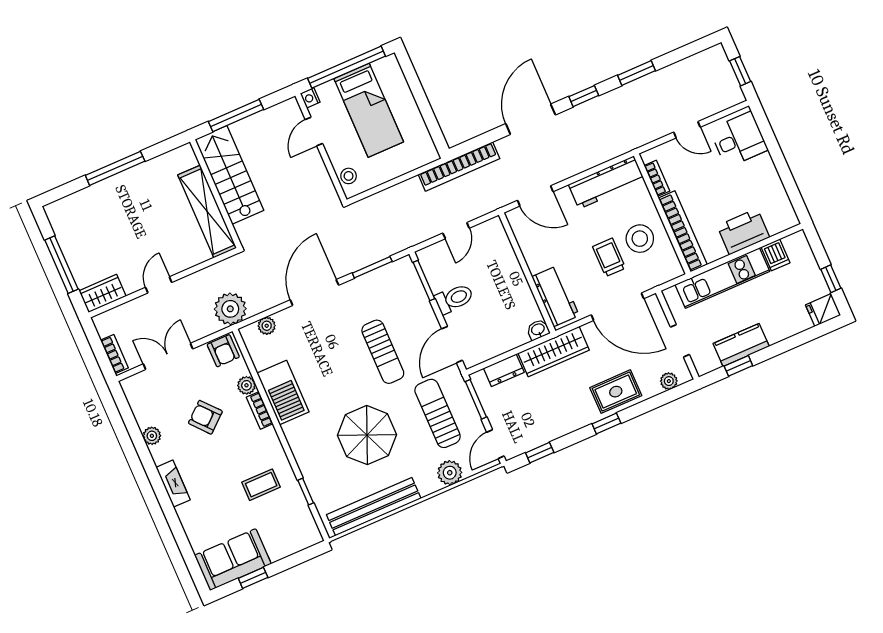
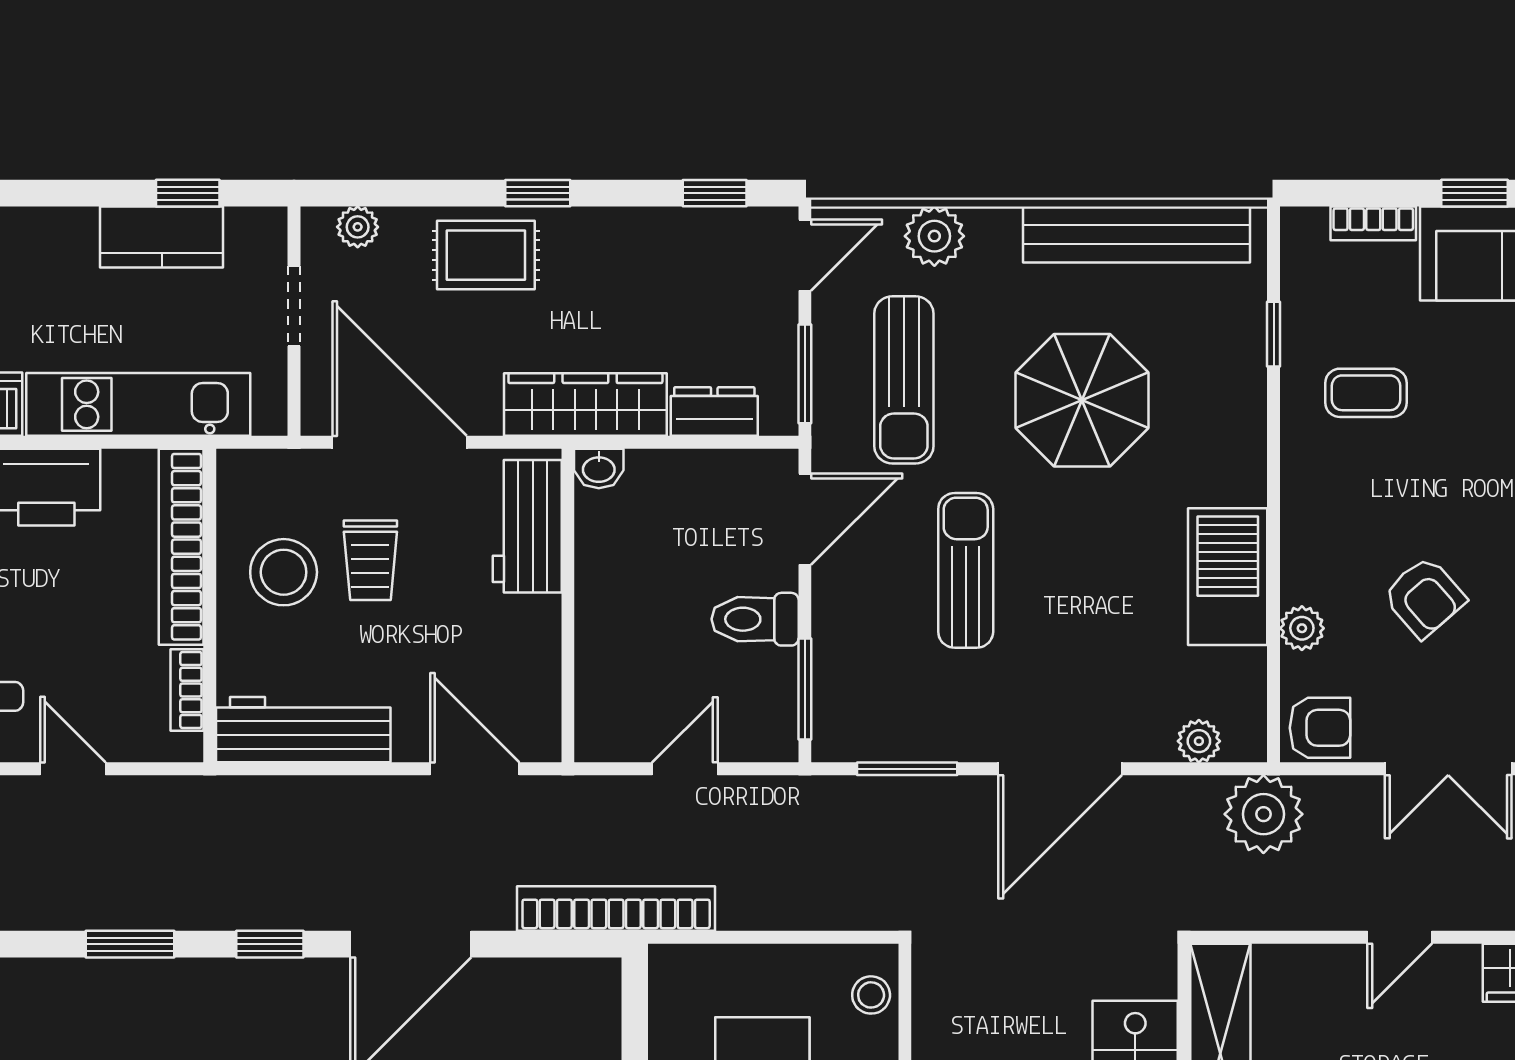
armchair: (223, 351) -> (1320, 728), turned 90
bookcase: (260, 410) -> (1373, 223), moved, turned 90

